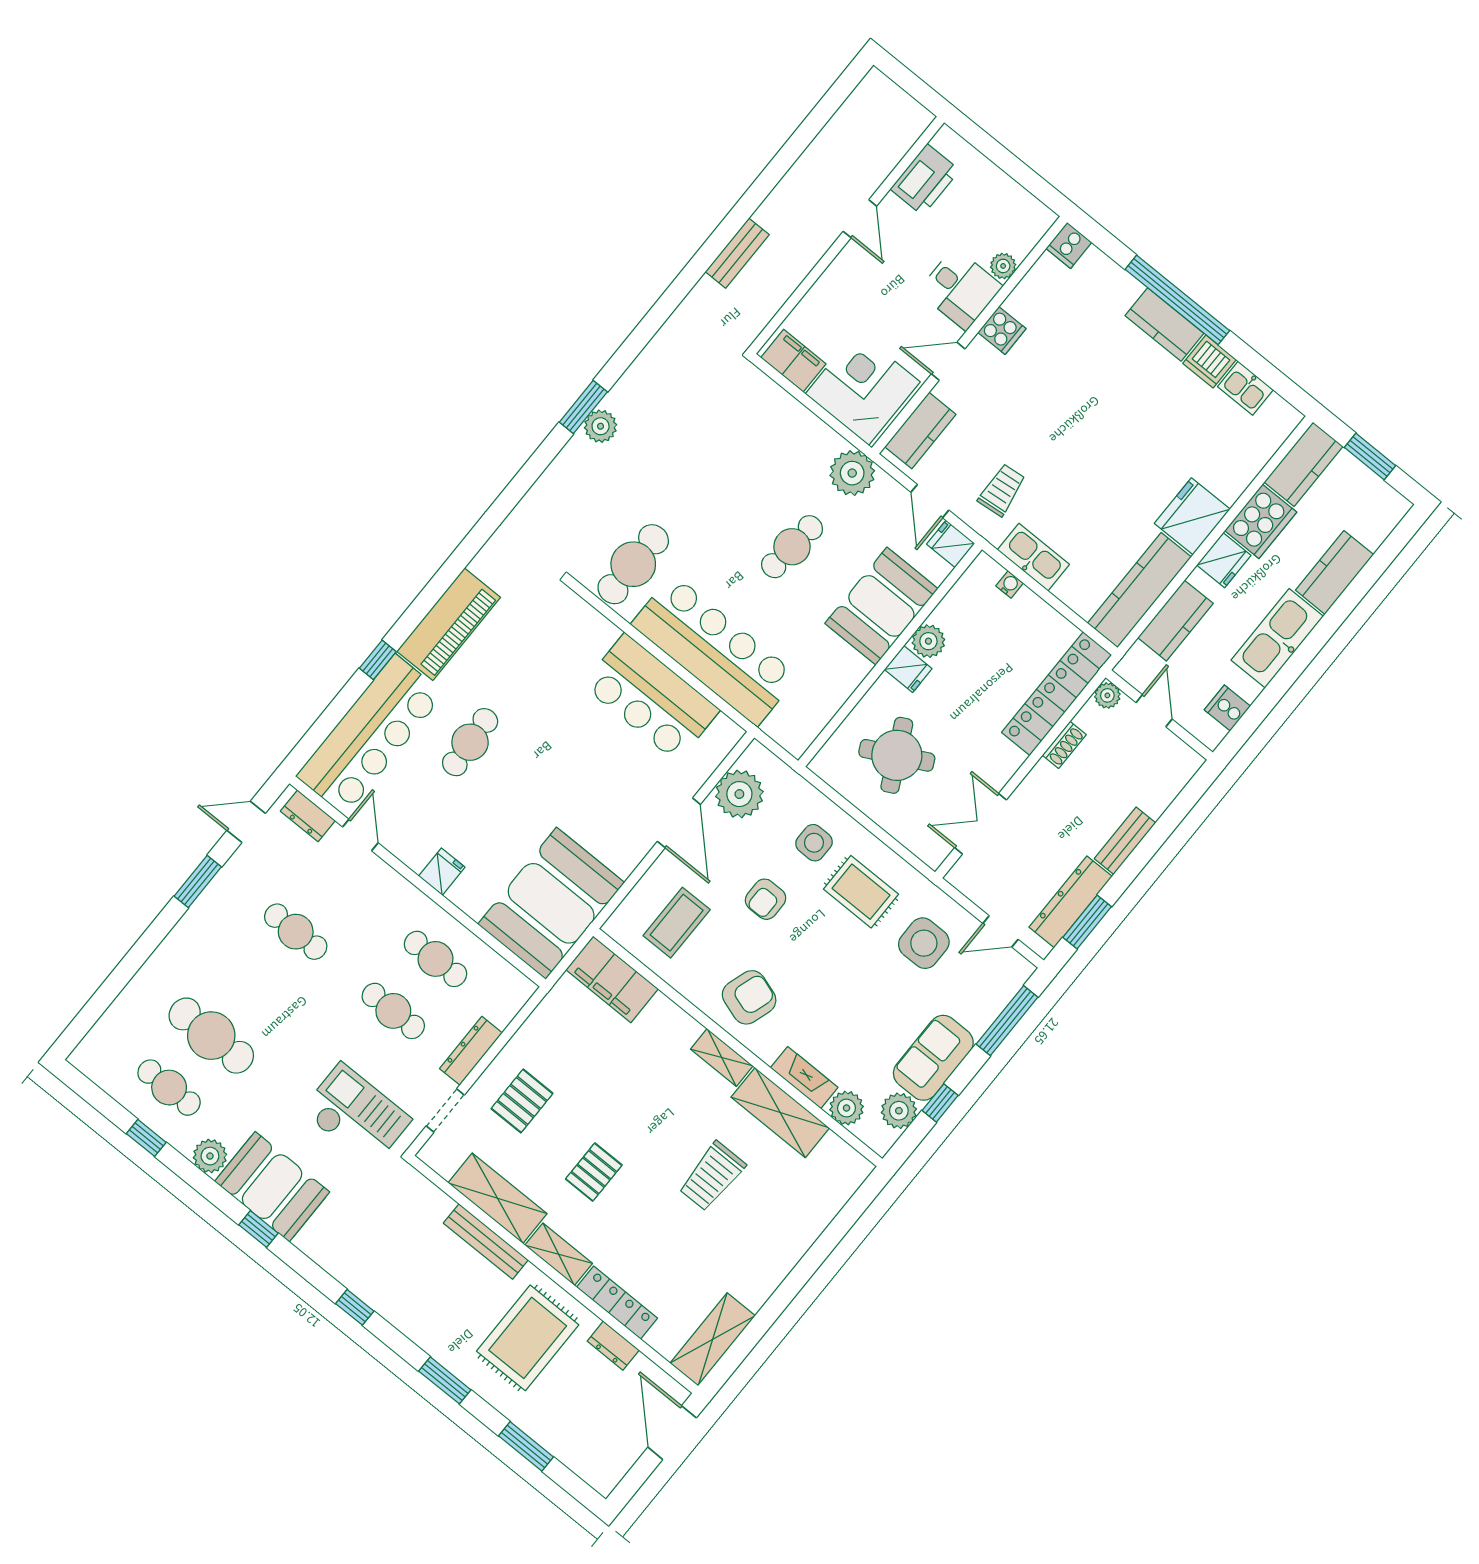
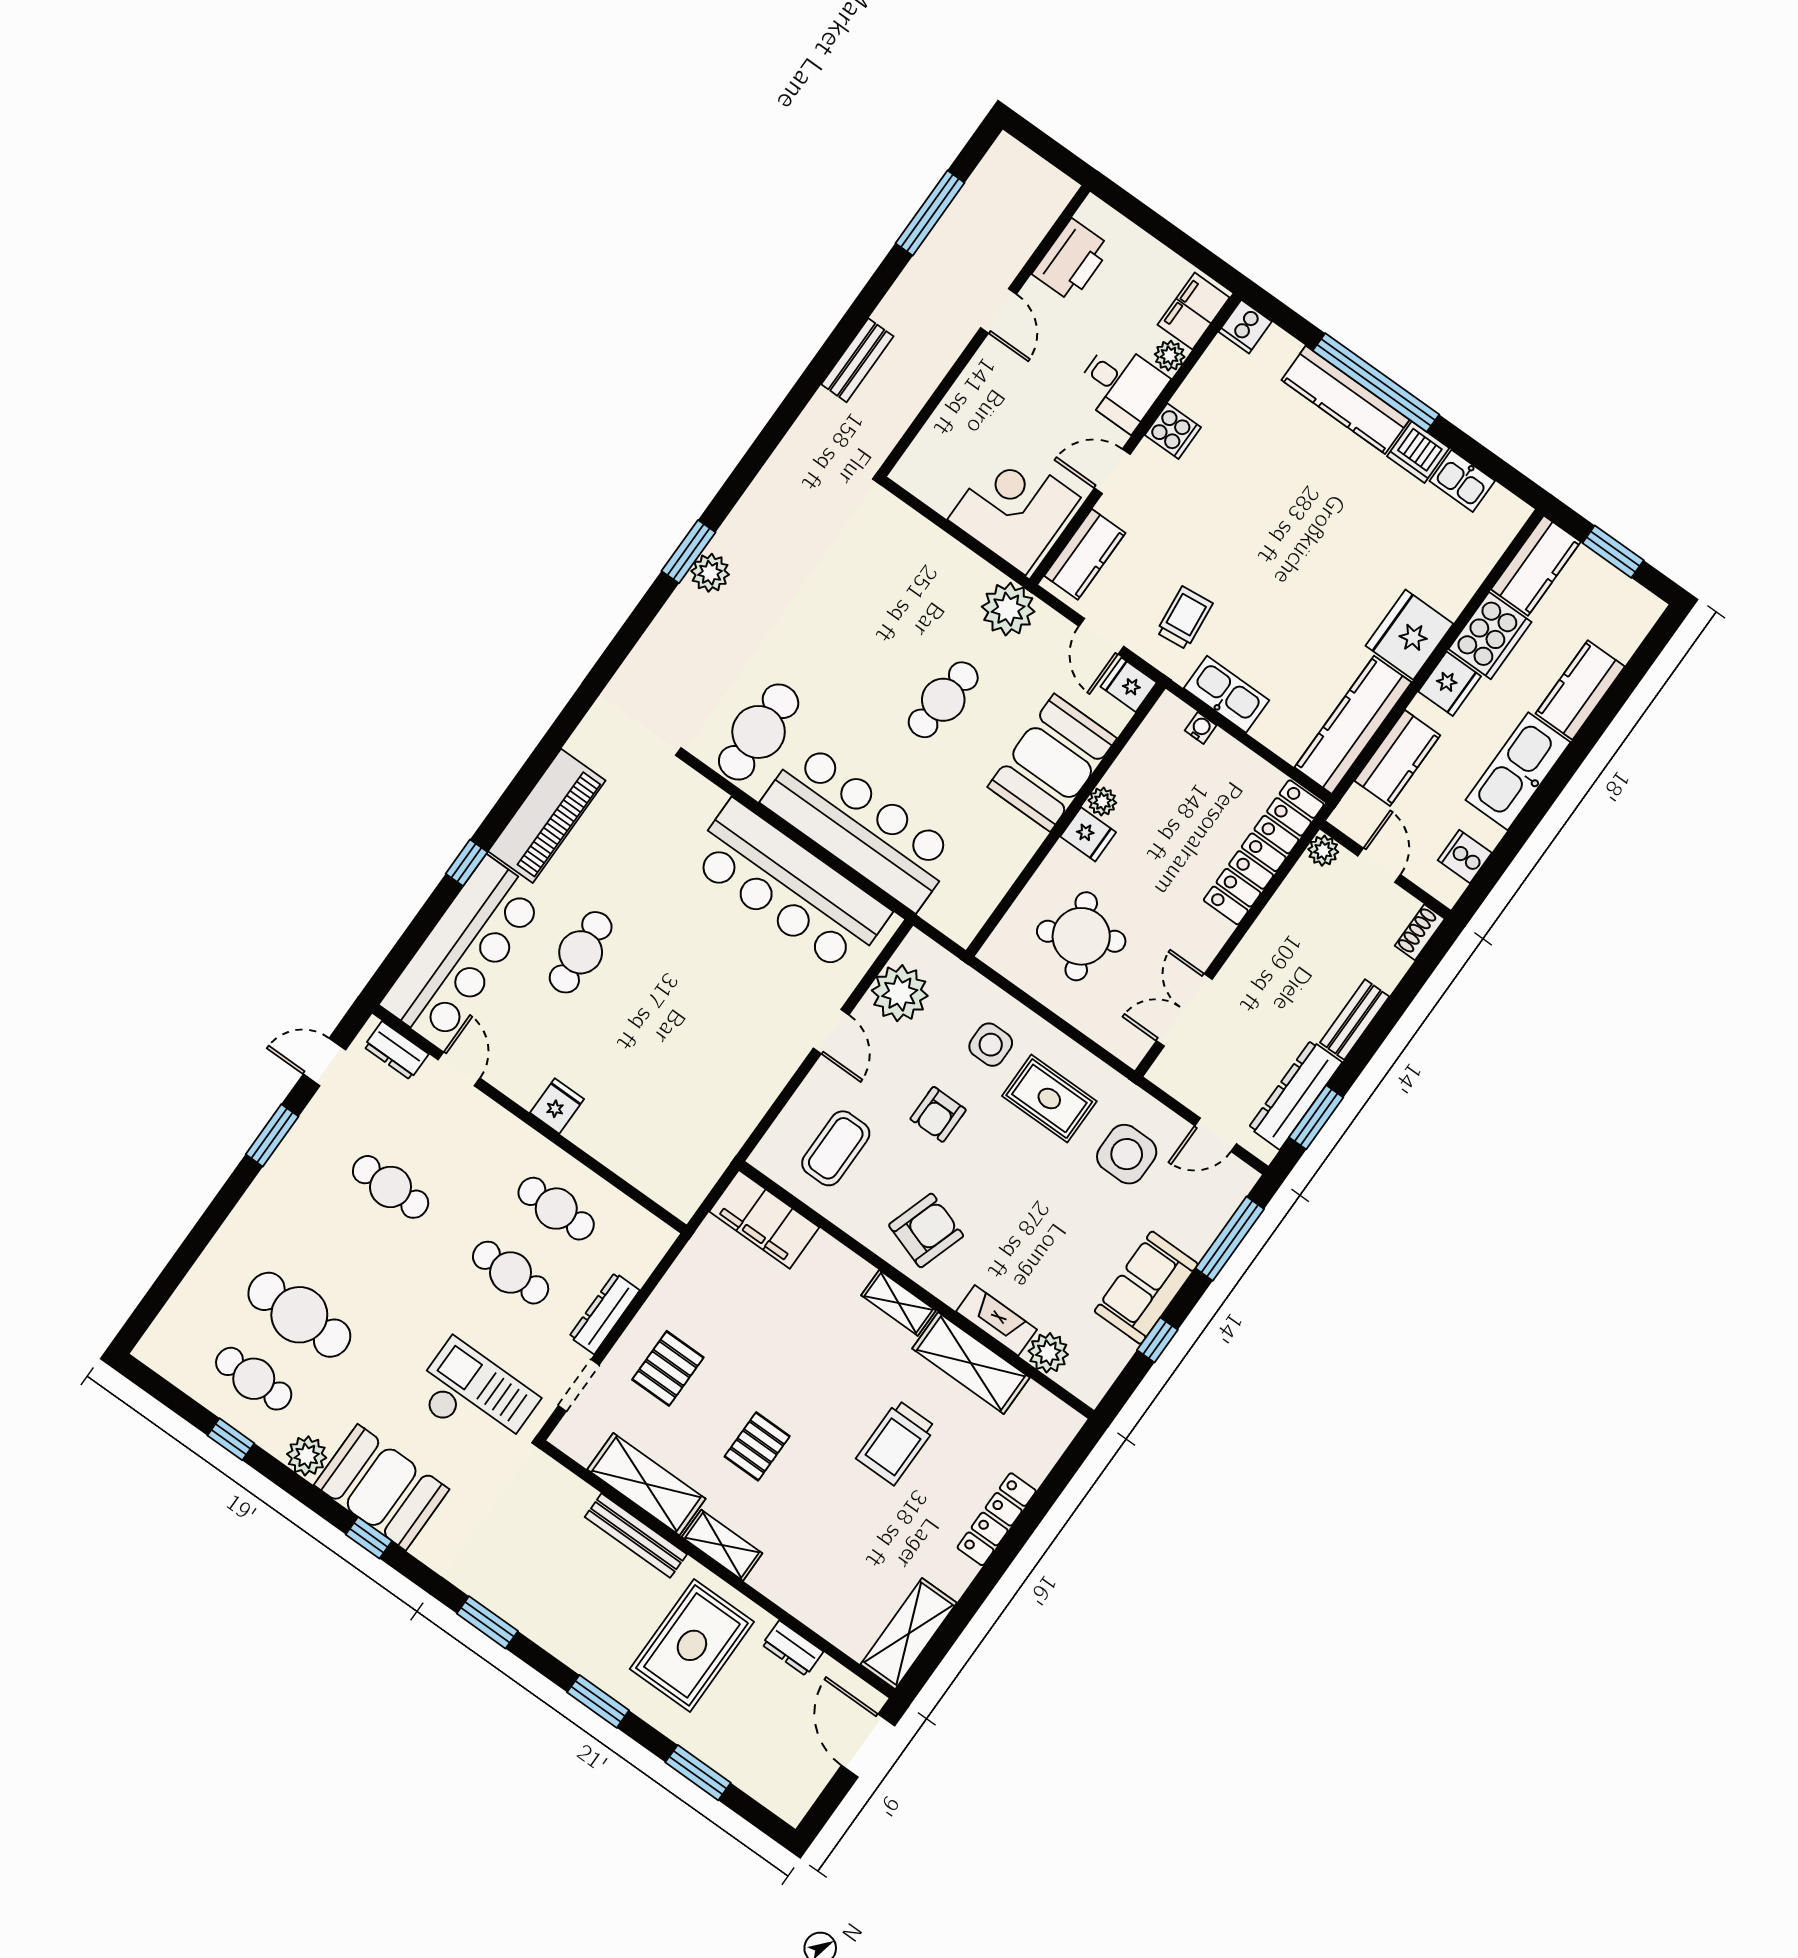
window: (807, 132) -> (930, 213), added
kitchen counter: (1164, 324) -> (1345, 400), width x1.50
filing cabinet: (793, 361) -> (1194, 311), moved, turned -90
plant: (928, 641) -> (1102, 802), width x0.73, depth x0.73
bar counter: (651, 698) -> (789, 887), width x1.36
shoe rack: (1064, 745) -> (1420, 932), moved, turned 180
door: (679, 823) -> (831, 1031), width x0.73
booth: (551, 903) -> (687, 1135), removed
plant: (899, 1111) -> (1110, 1352), removed
locker: (617, 1303) -> (997, 1519), moved, turned -90
window: (355, 1307) -> (487, 1622), width x1.50

